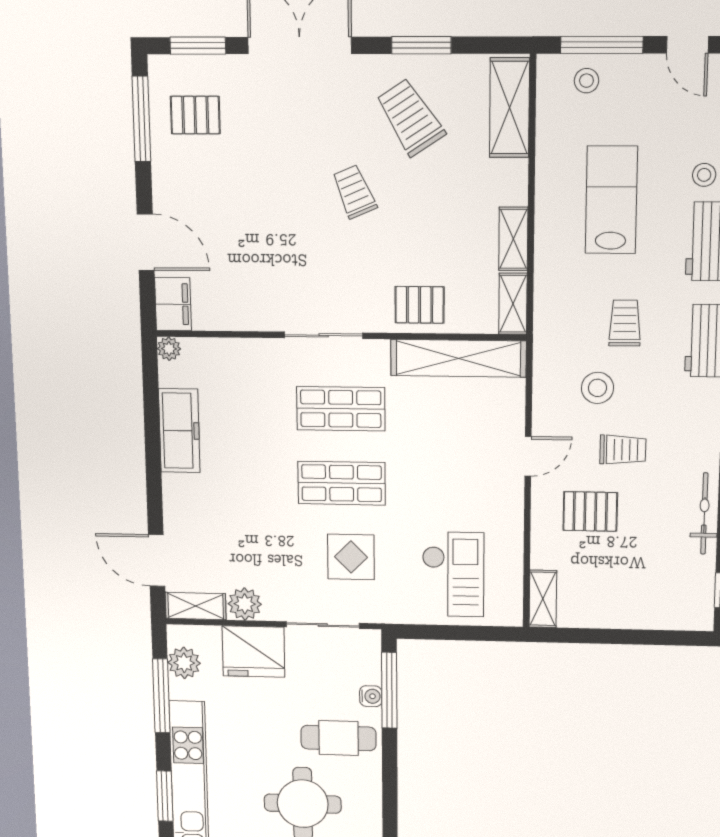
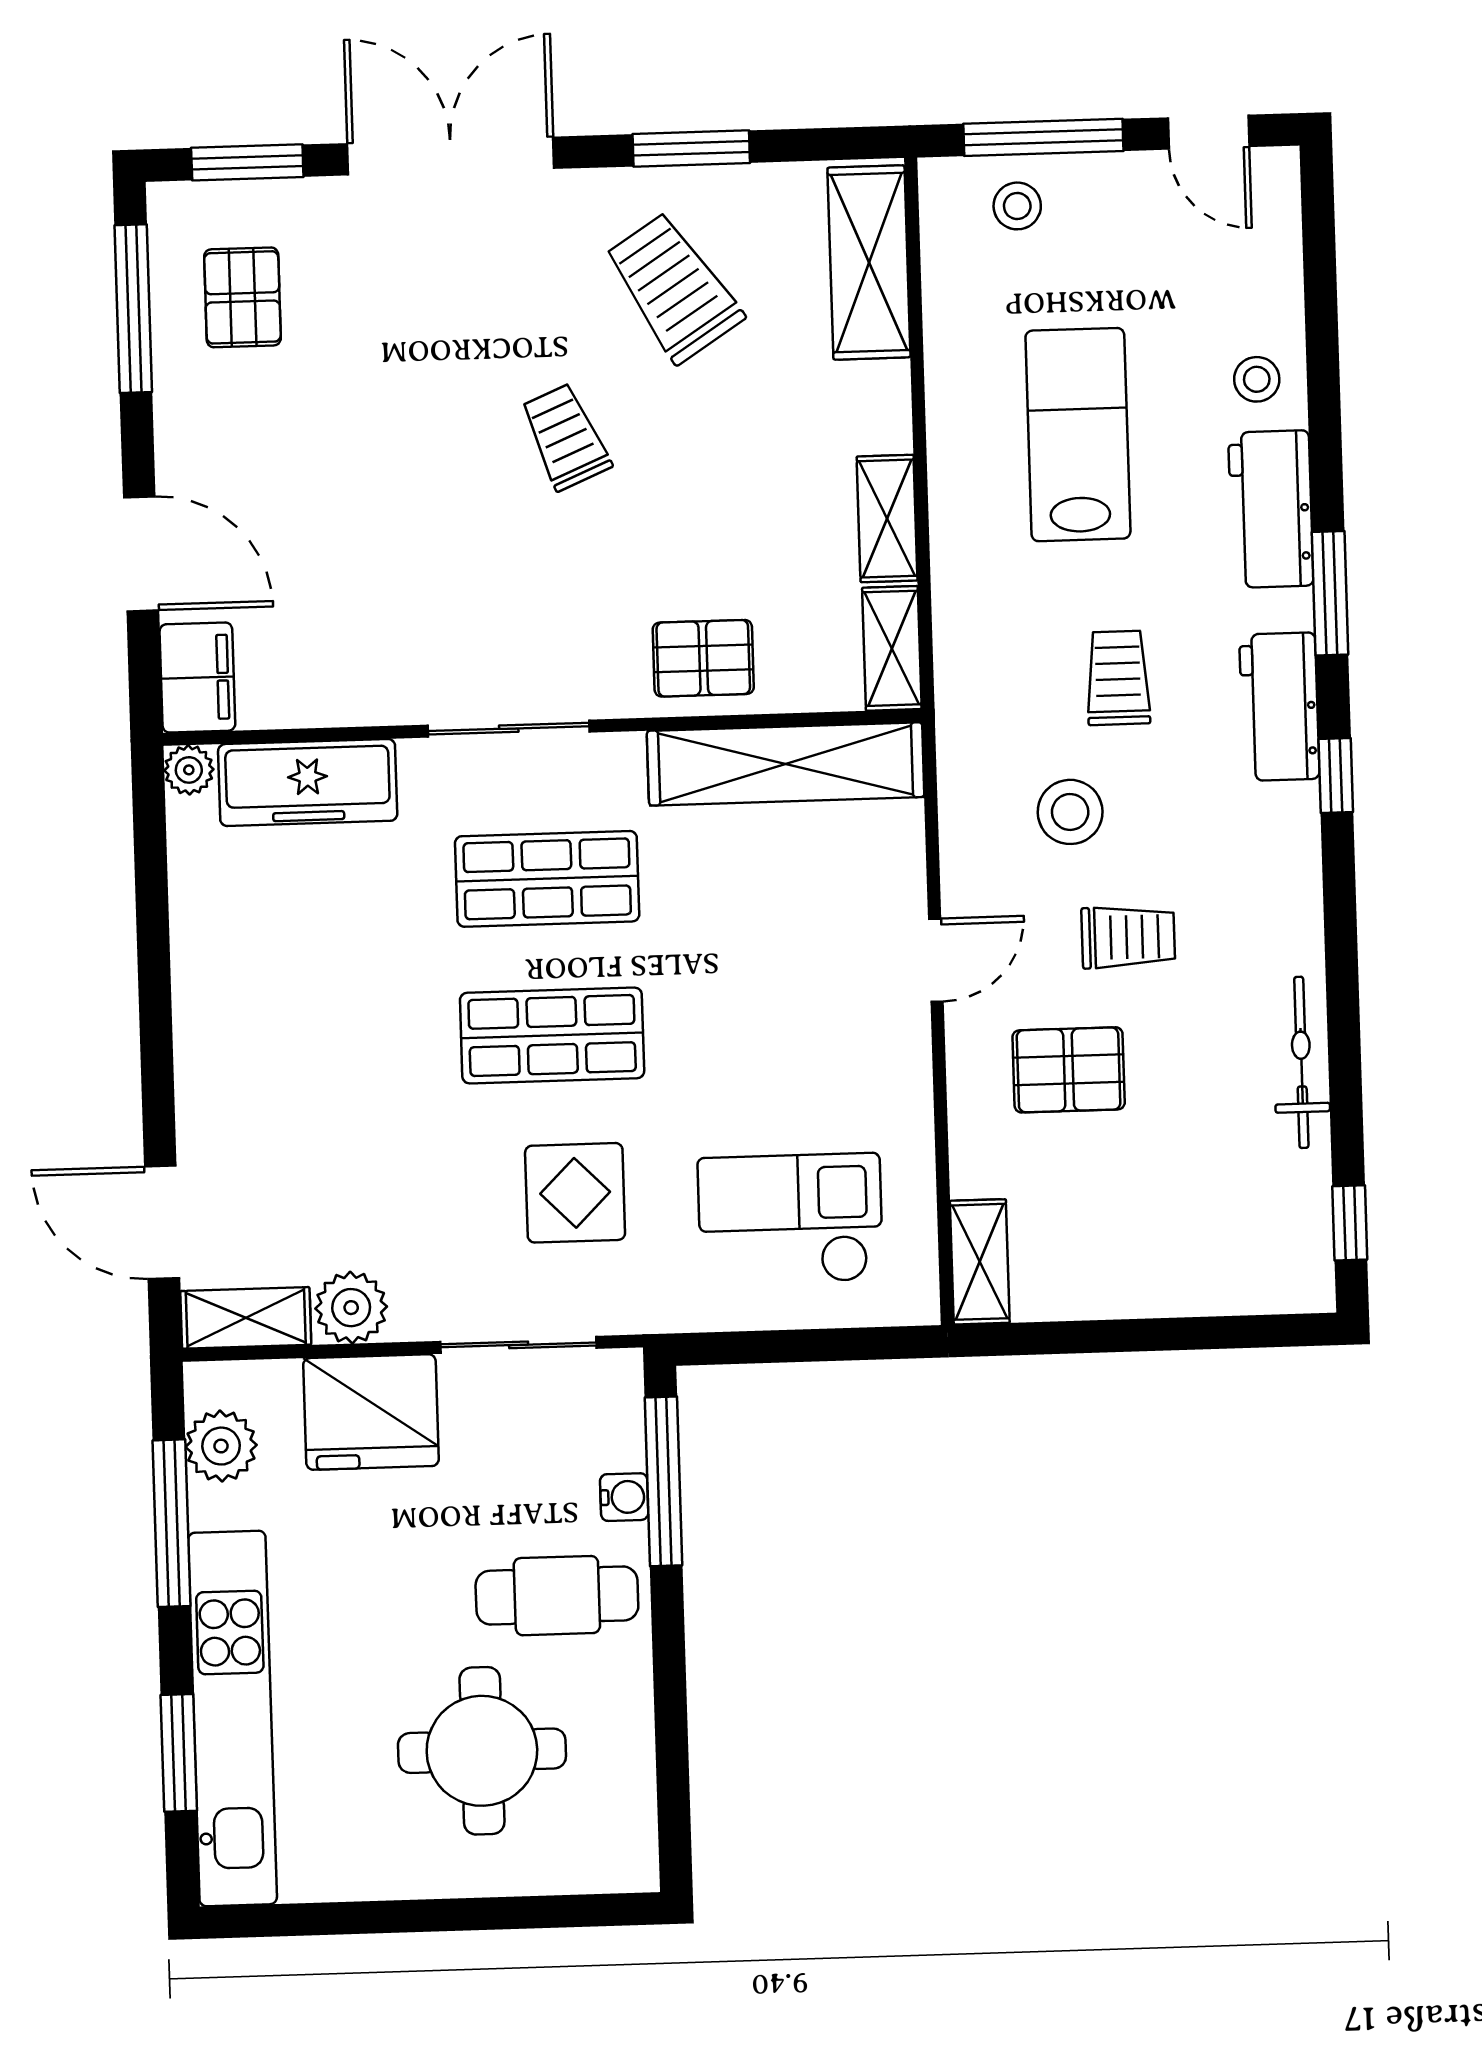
pallet: (195, 115) -> (242, 297), turned 90
freezer: (179, 431) -> (308, 782), moved, turned 90
checkout: (453, 574) -> (790, 1219), turned -90

